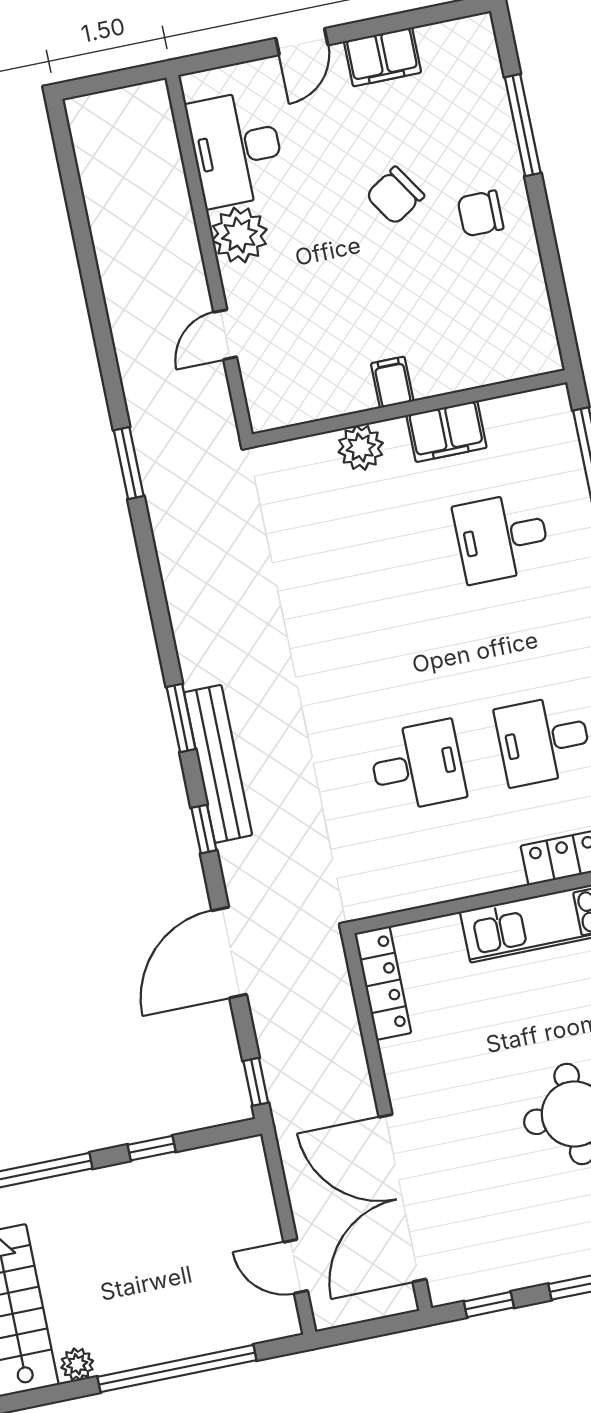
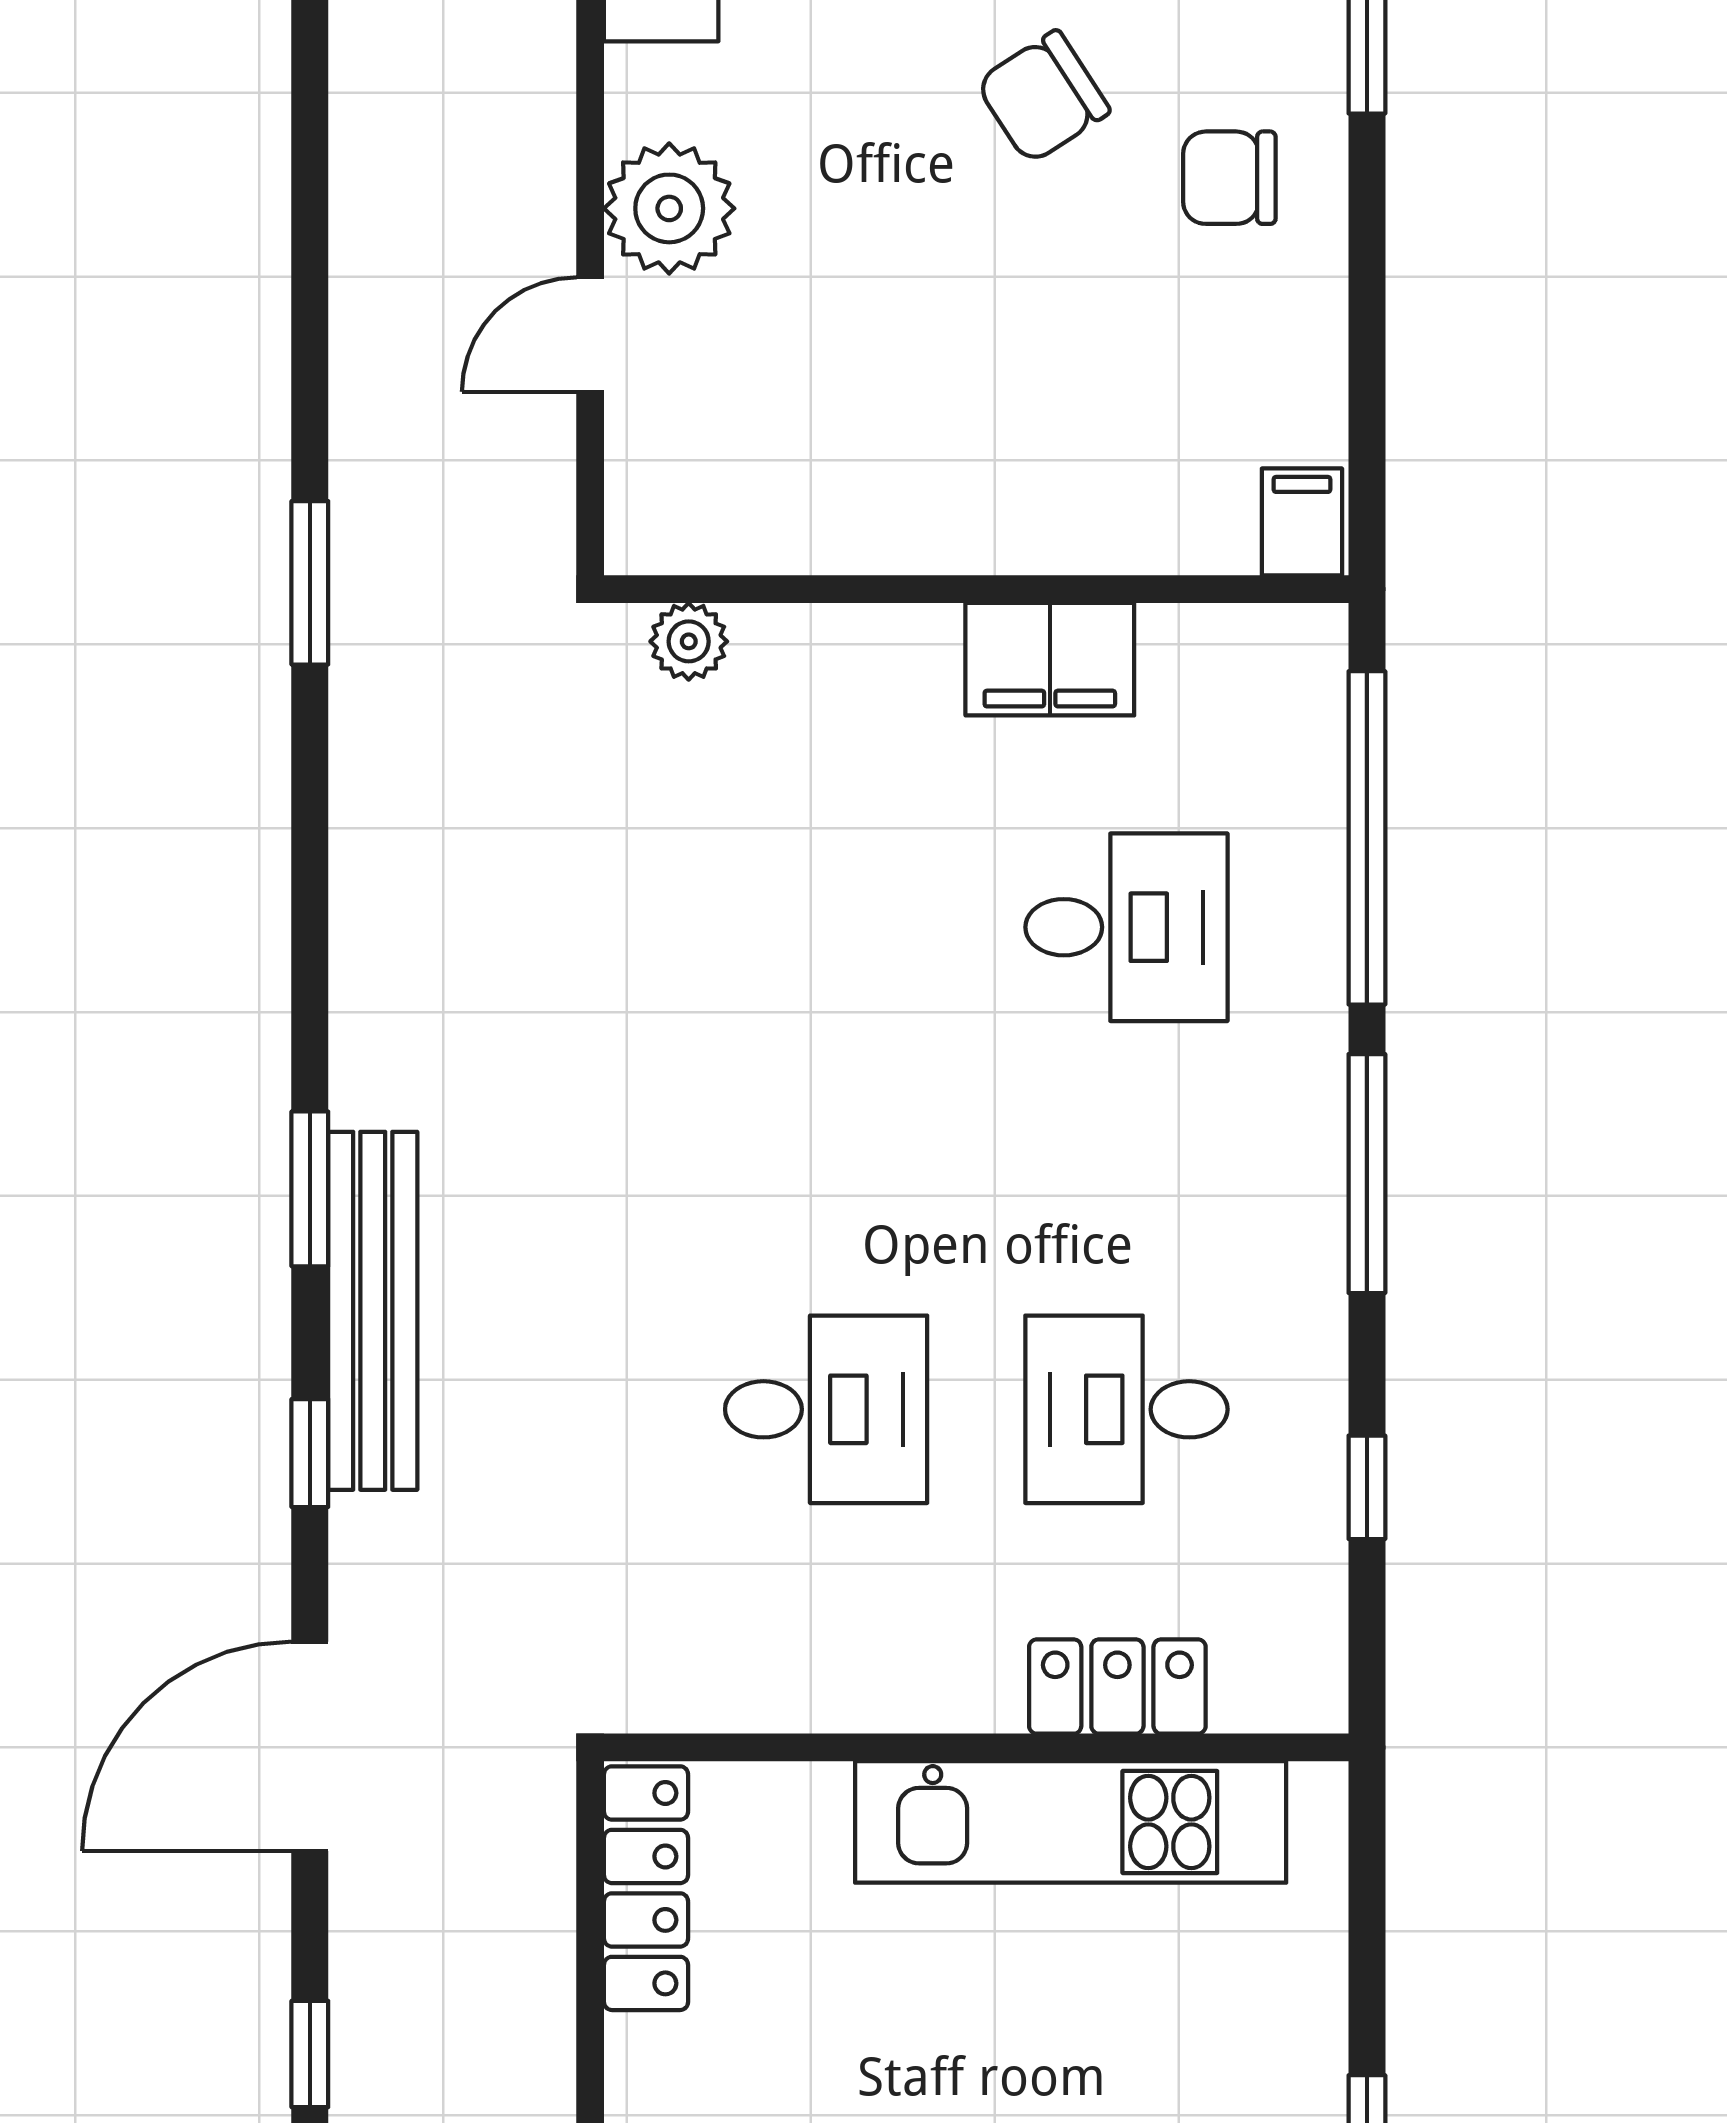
plant: (239, 235) -> (669, 208), moved
filing cabinet: (392, 382) -> (1302, 522), moved
plant: (361, 448) -> (689, 641), moved, width x0.73, depth x0.73
desk: (502, 537) -> (1126, 927), turned 180

